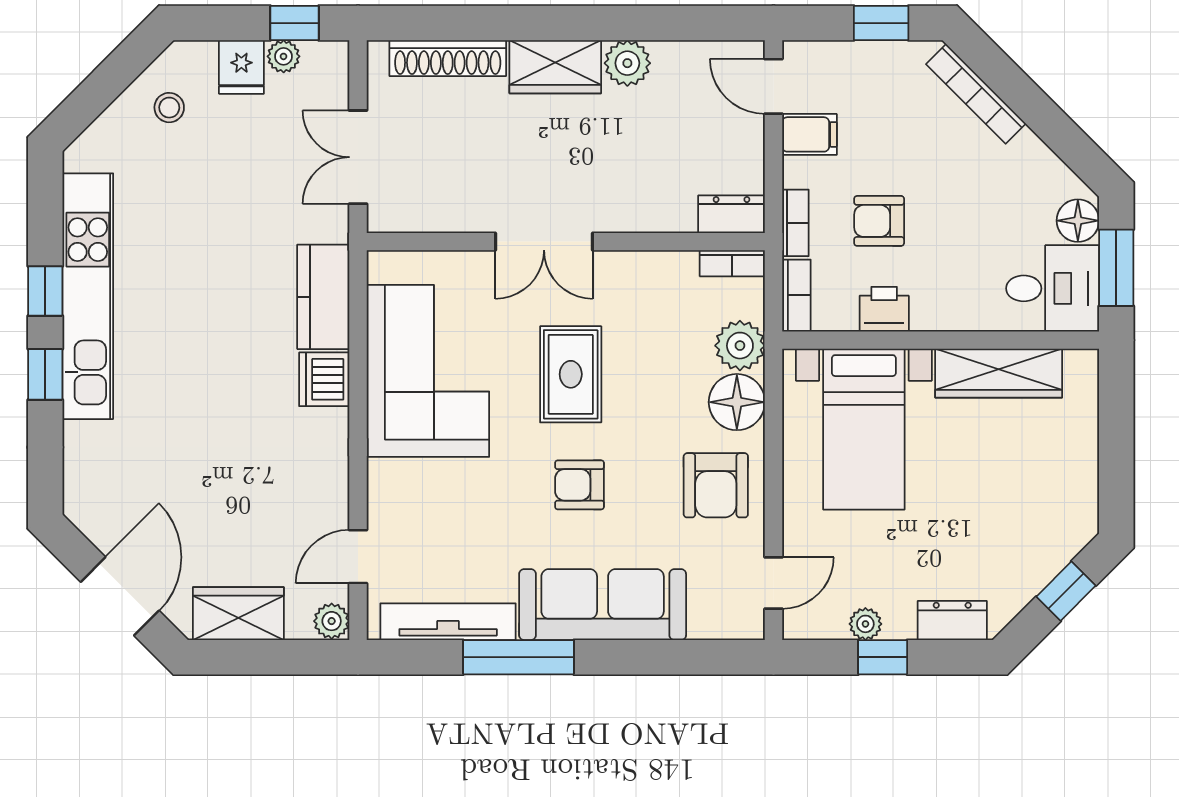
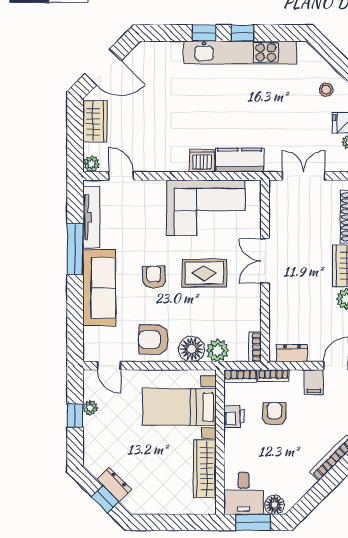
dresser: (731, 214) -> (292, 353), moved, turned -90
dresser: (952, 620) -> (114, 484), moved, turned -45

